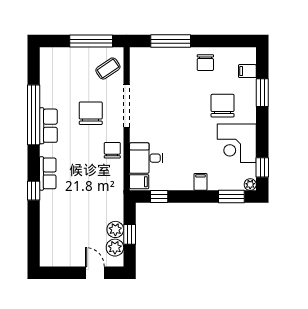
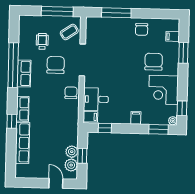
wheelchair: (72, 82) -> (42, 41), added
row of seats: (49, 219) -> (22, 143), added

